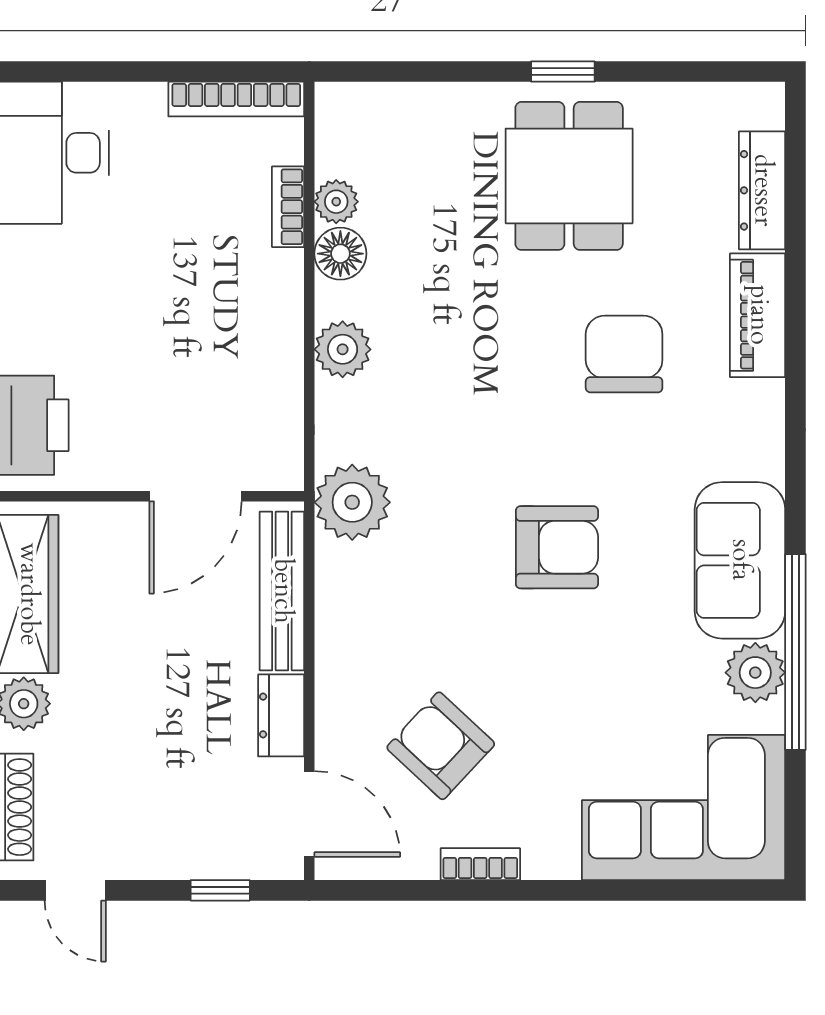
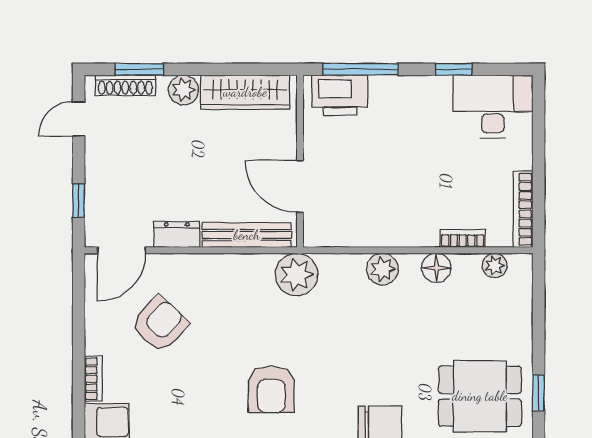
plant: (336, 202) -> (495, 266), moved
bookcase: (480, 864) -> (93, 379), moved

